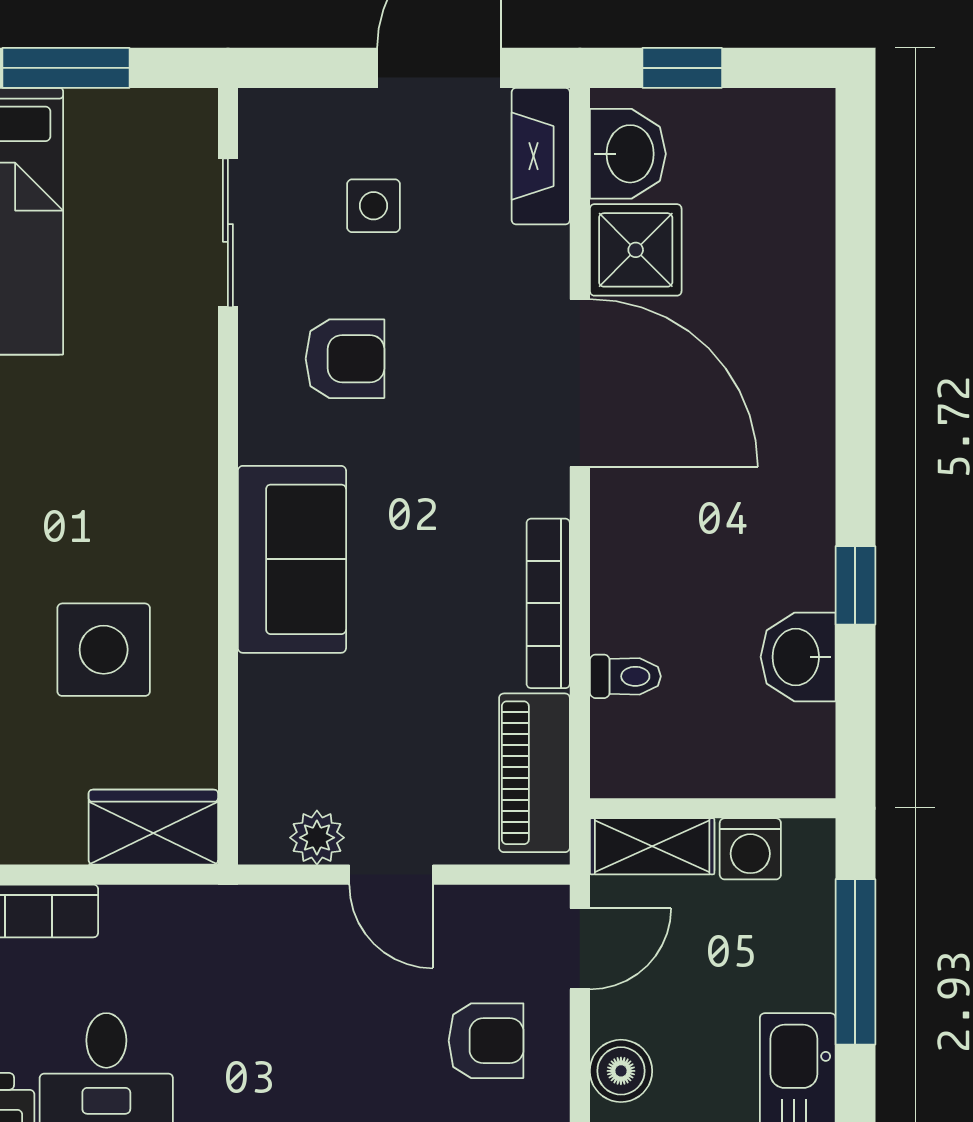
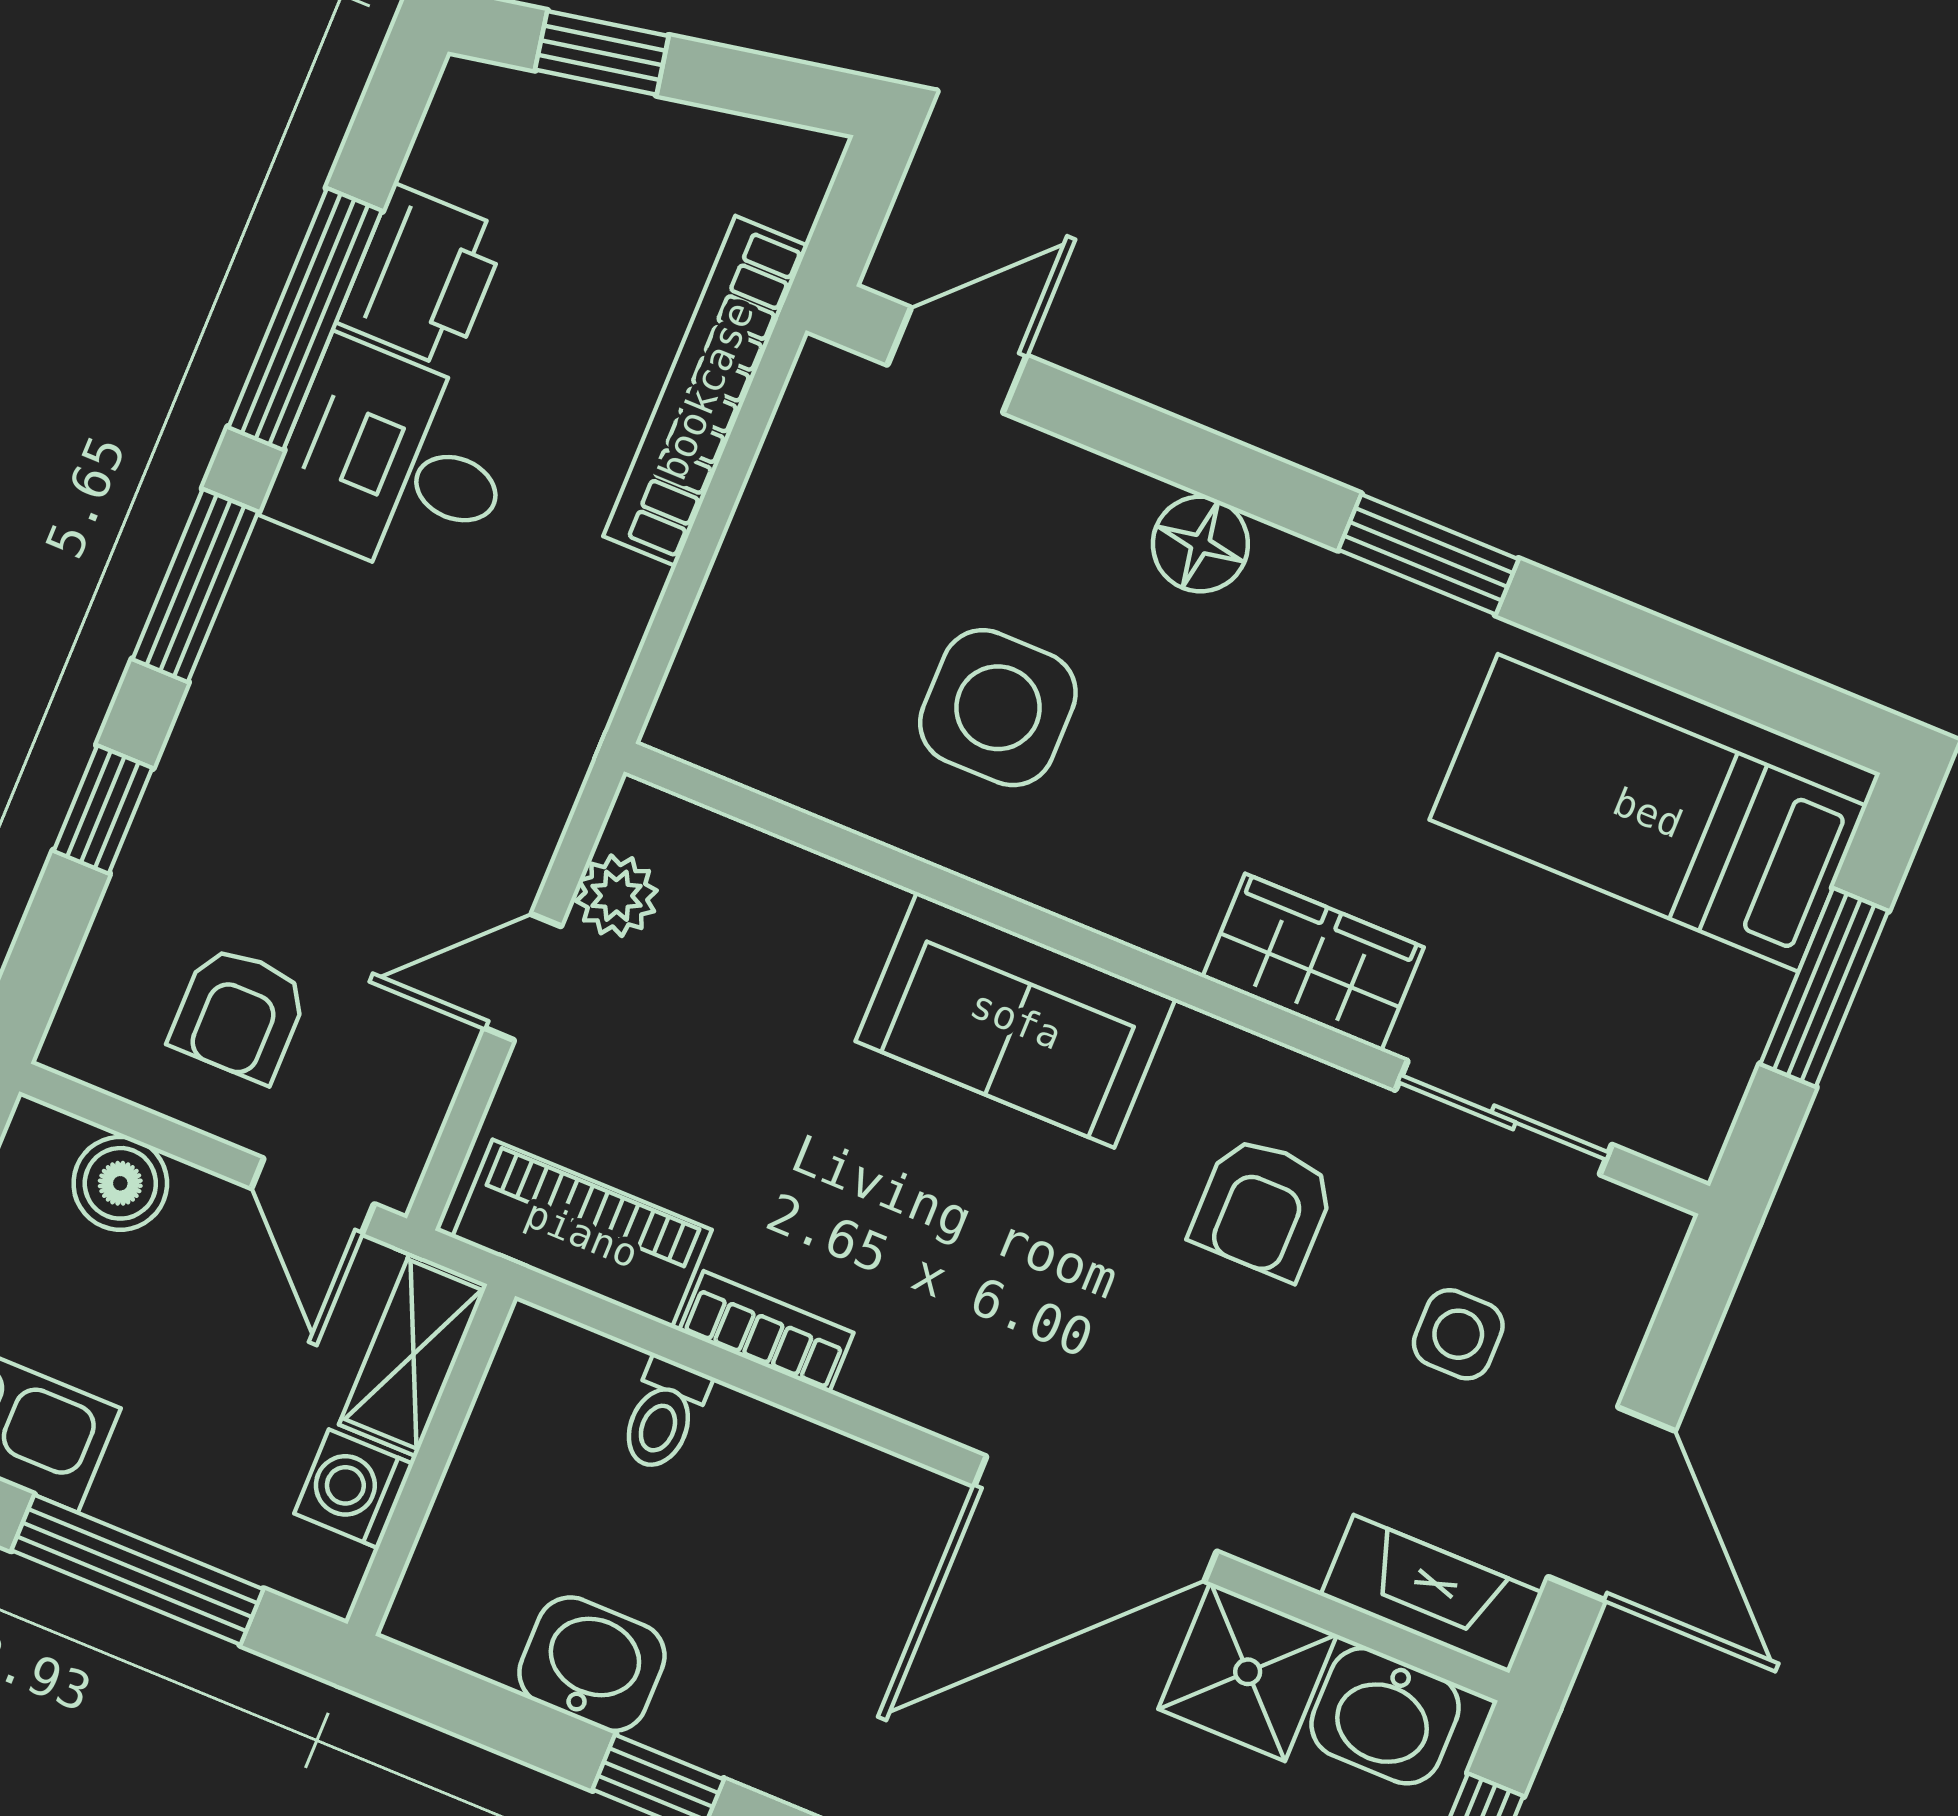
bookcase: (548, 603) -> (766, 1332), width x0.64
wardrobe: (153, 827) -> (1313, 962), moved, turned -90

